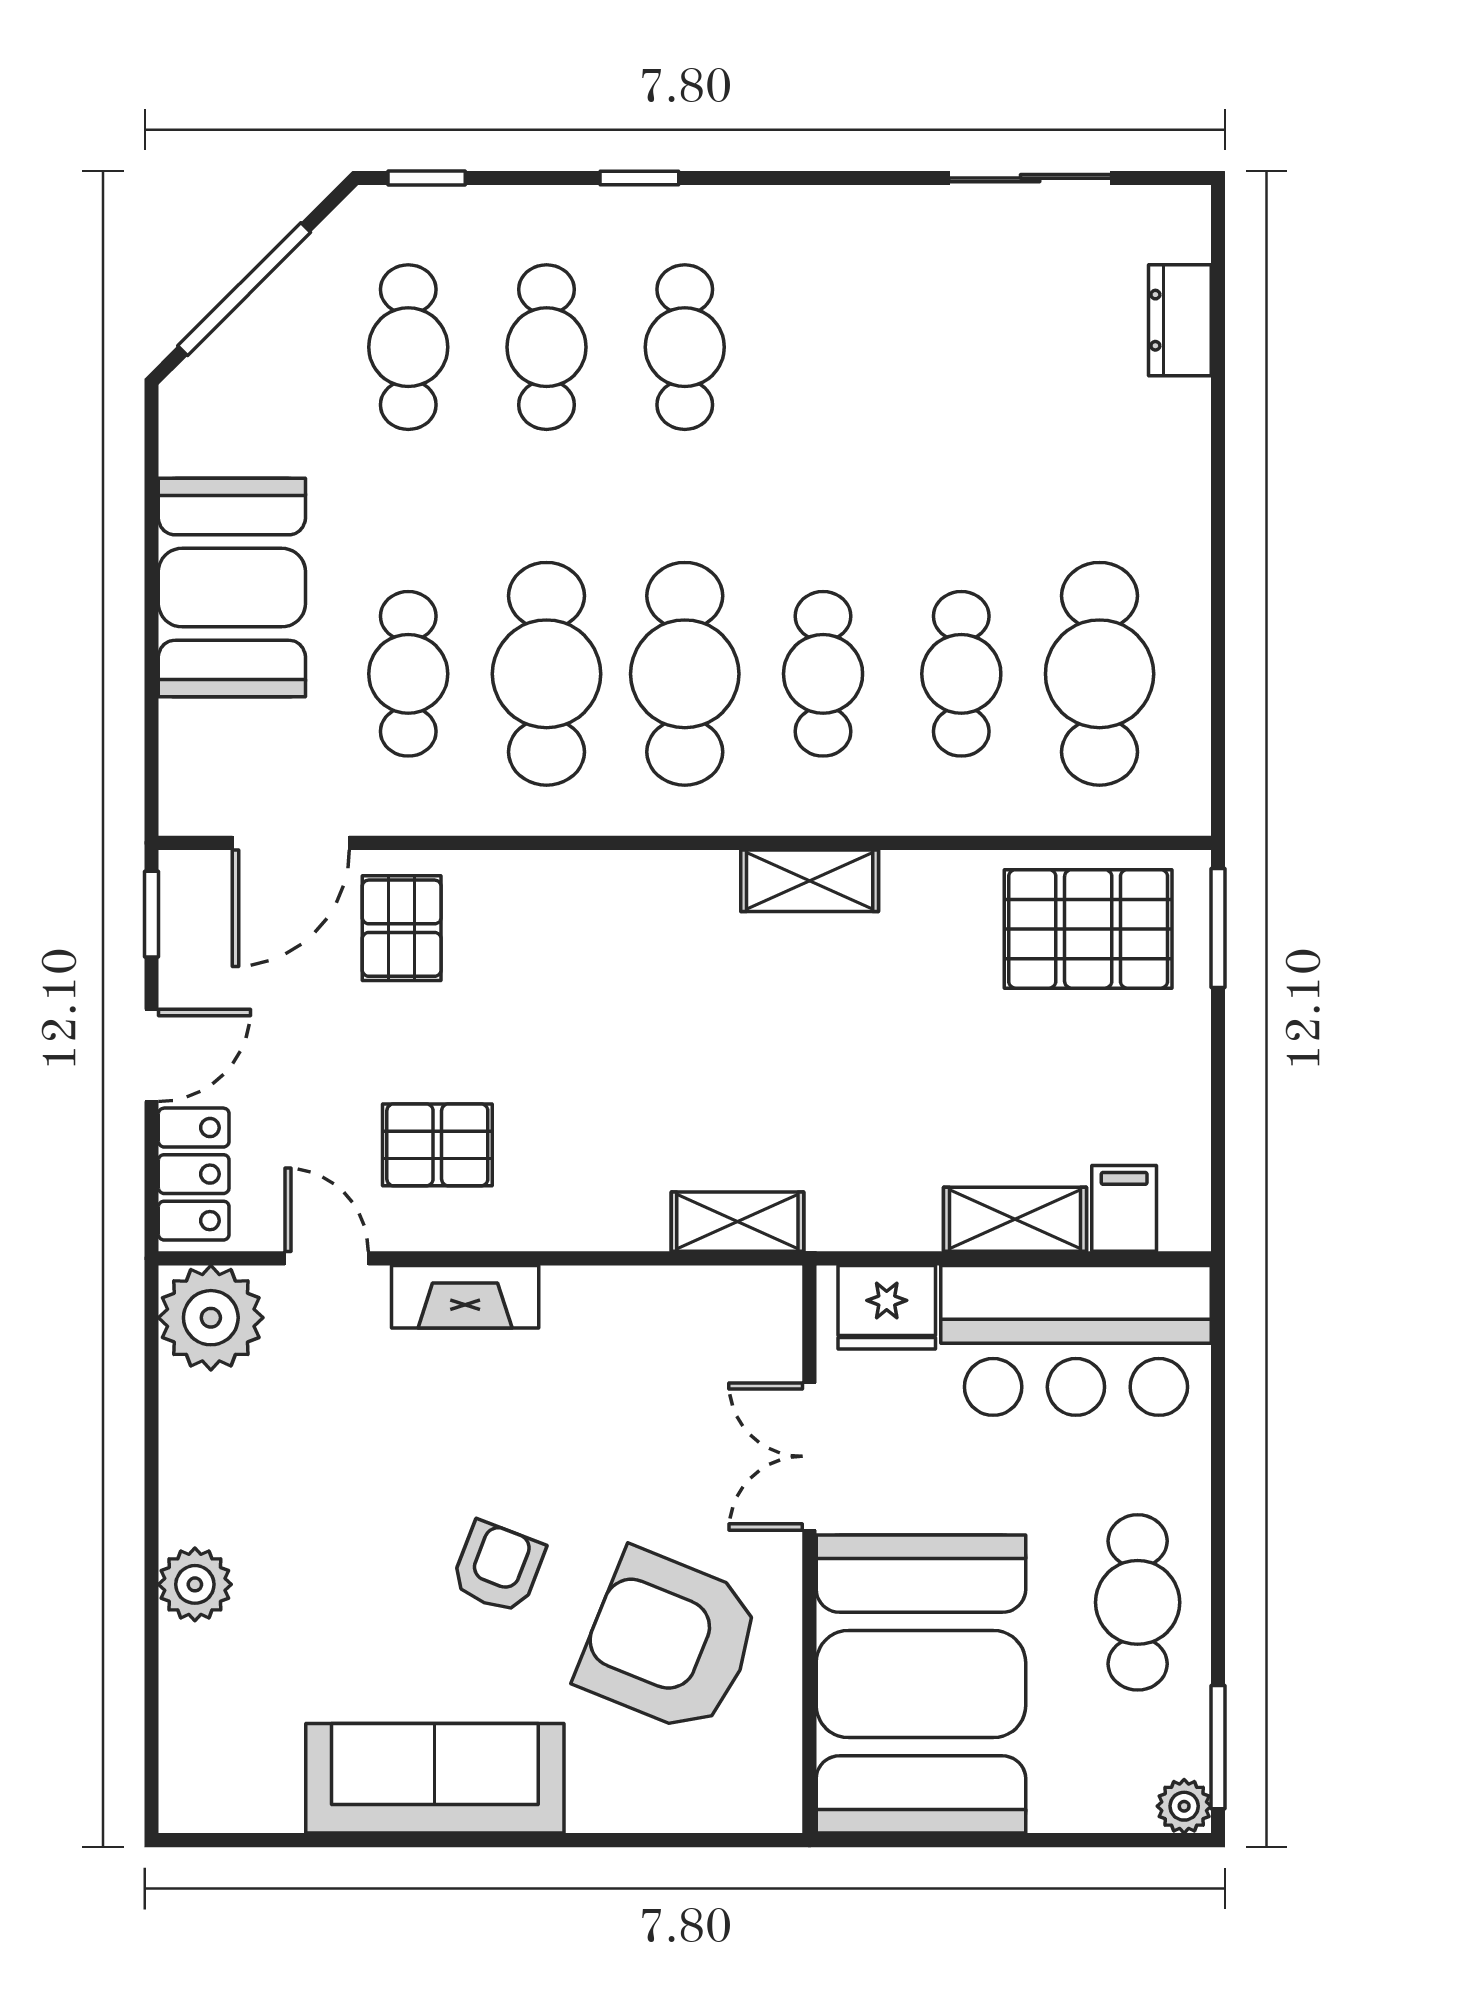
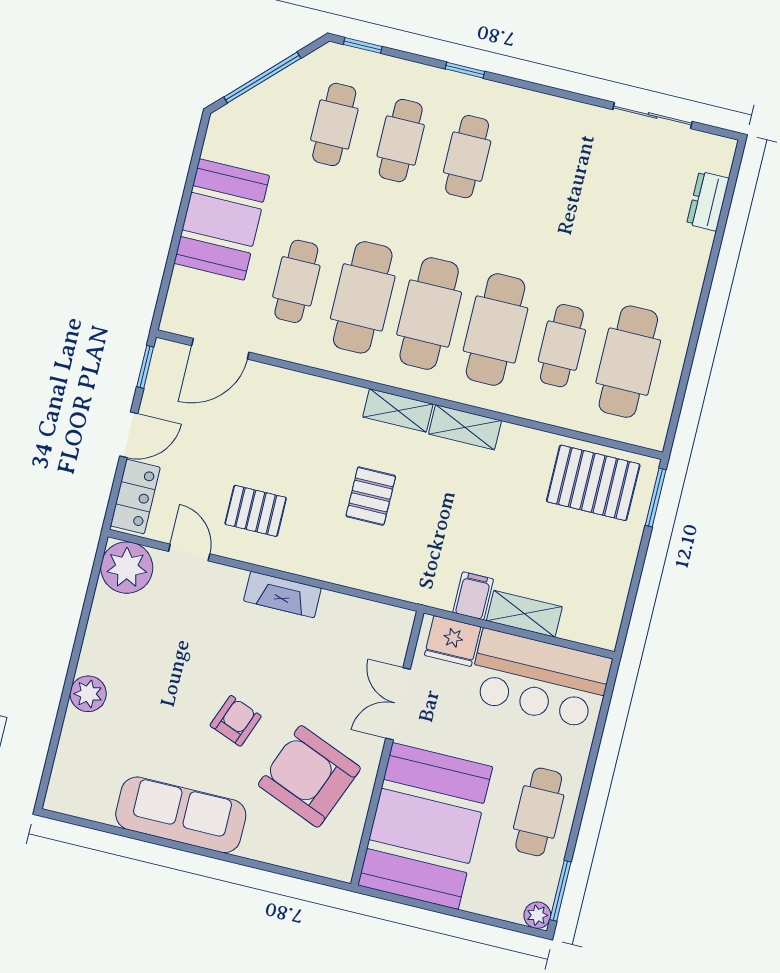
cafe table: (823, 674) -> (496, 330), width x1.37, depth x1.35
pallet: (402, 928) -> (371, 496), moved
filing cabinet: (1124, 1208) -> (473, 596), moved
shelving: (737, 1222) -> (398, 410), moved
fireplace: (465, 1297) -> (282, 595), moved

